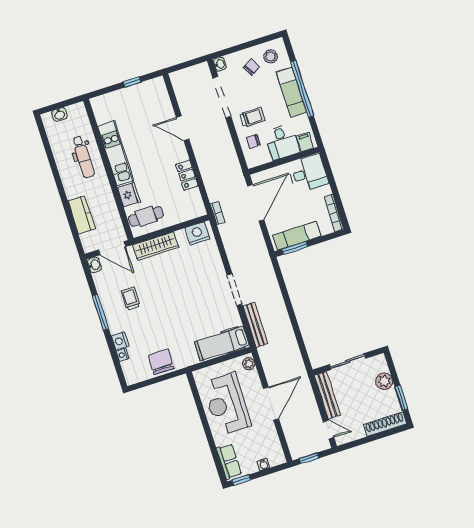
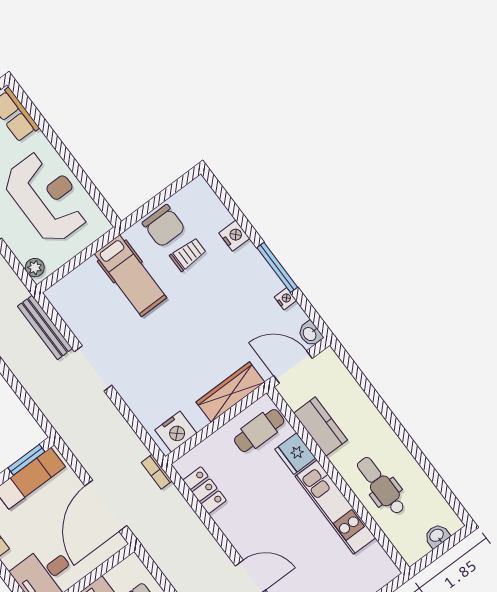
locker: (187, 175) -> (205, 490), moved
kitchen counter: (81, 215) -> (320, 427), moved, turned 180
trolley: (130, 298) -> (188, 254), moved, turned -90
hospital bed: (222, 344) -> (131, 276), moved, turned 90
nightstand: (123, 355) -> (285, 299), moved

